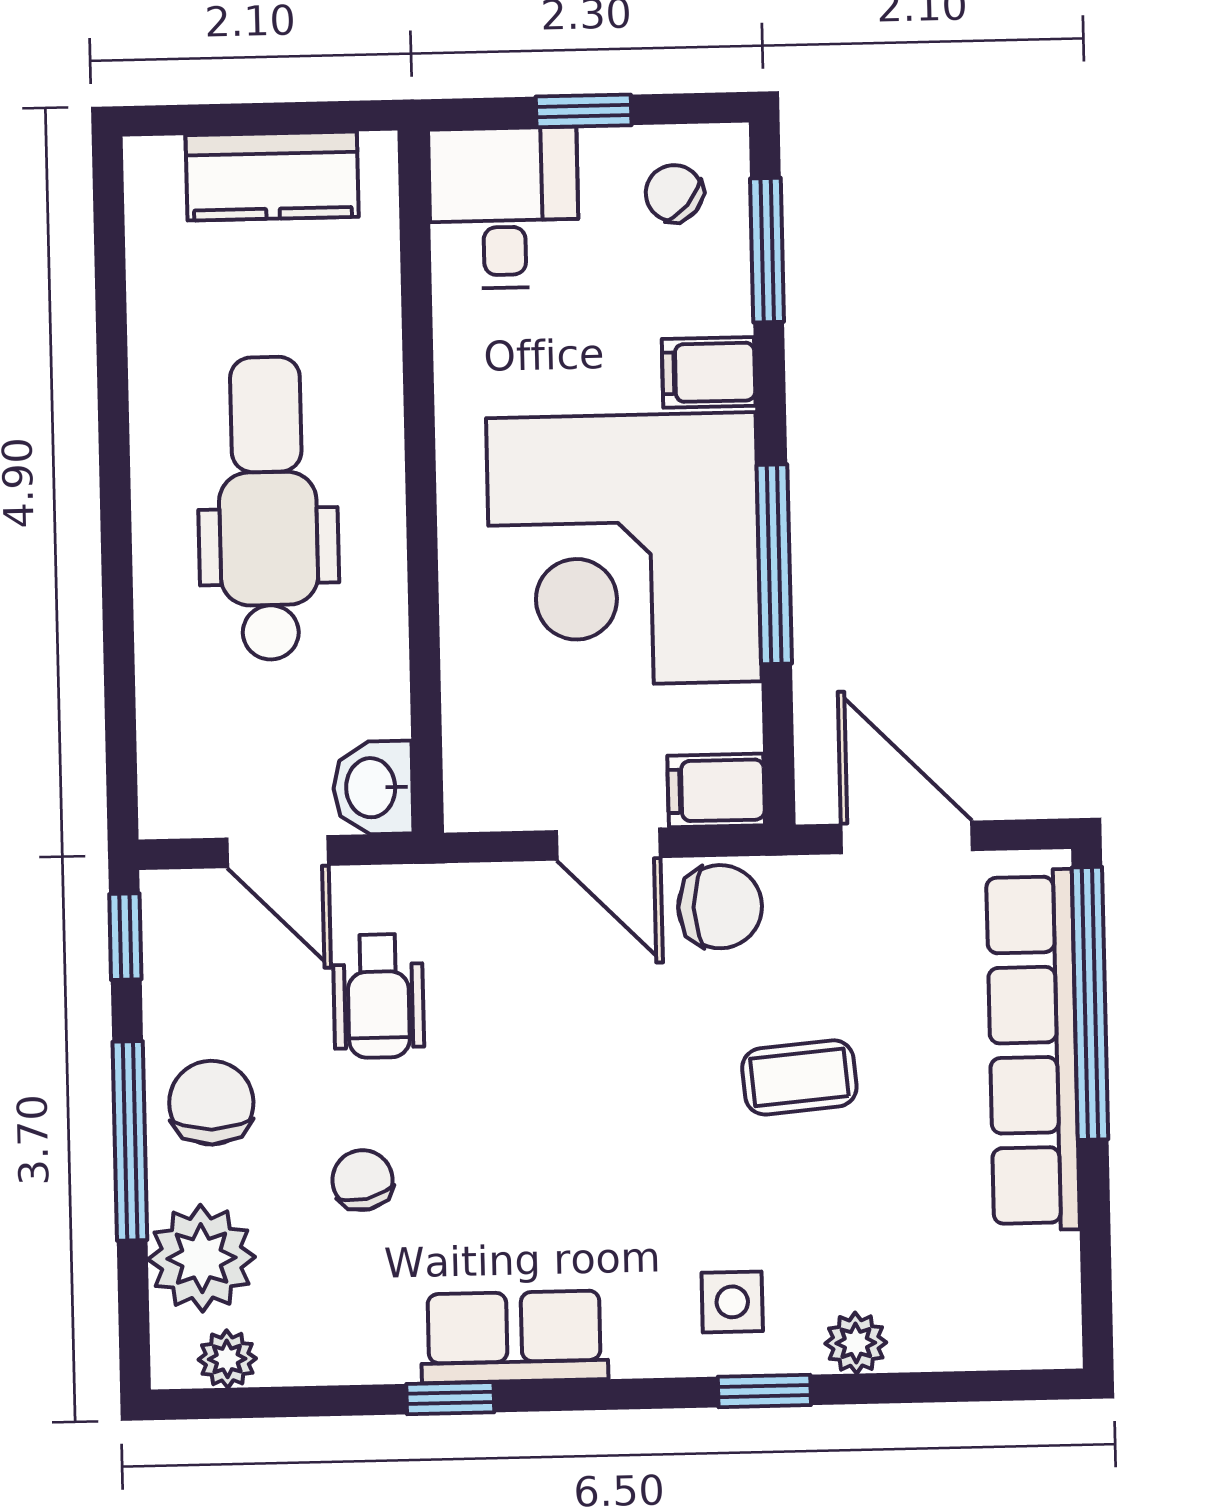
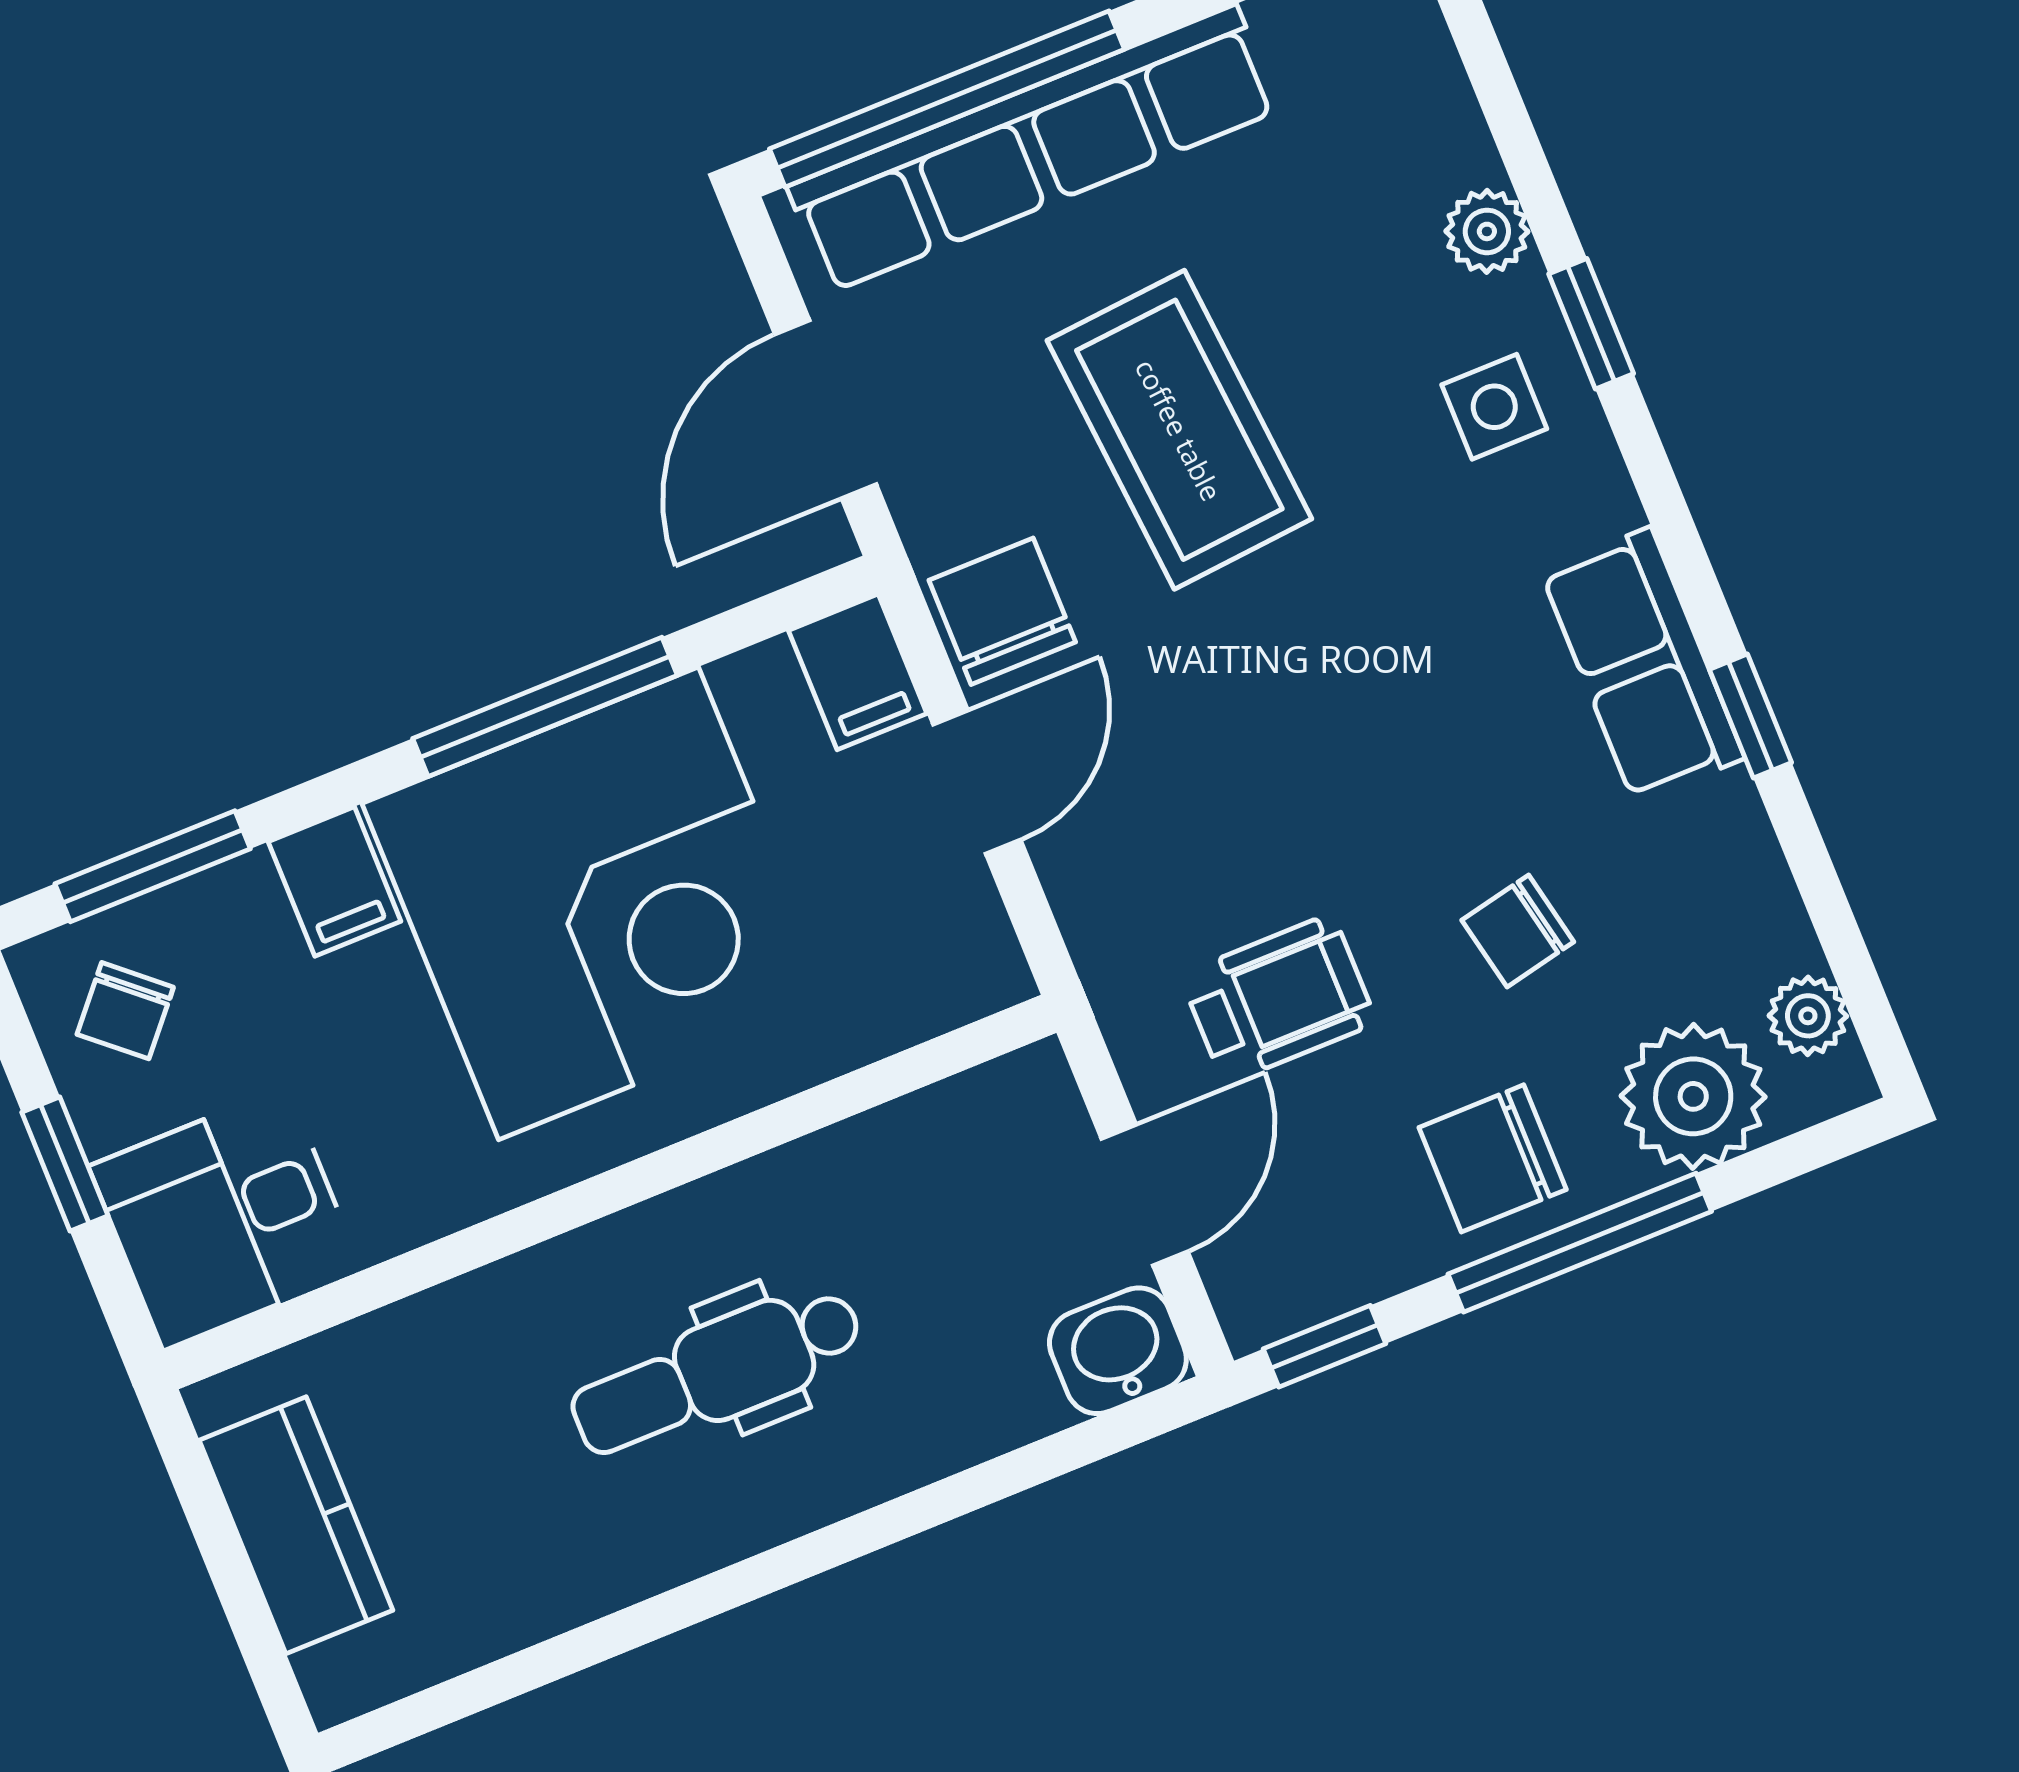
dental chair: (268, 508) -> (717, 1372), width x0.73, depth x0.72
washbasin: (373, 788) -> (1118, 1351), moved, turned 180
coffee table: (799, 1077) -> (1179, 430), width x1.86, depth x1.72

